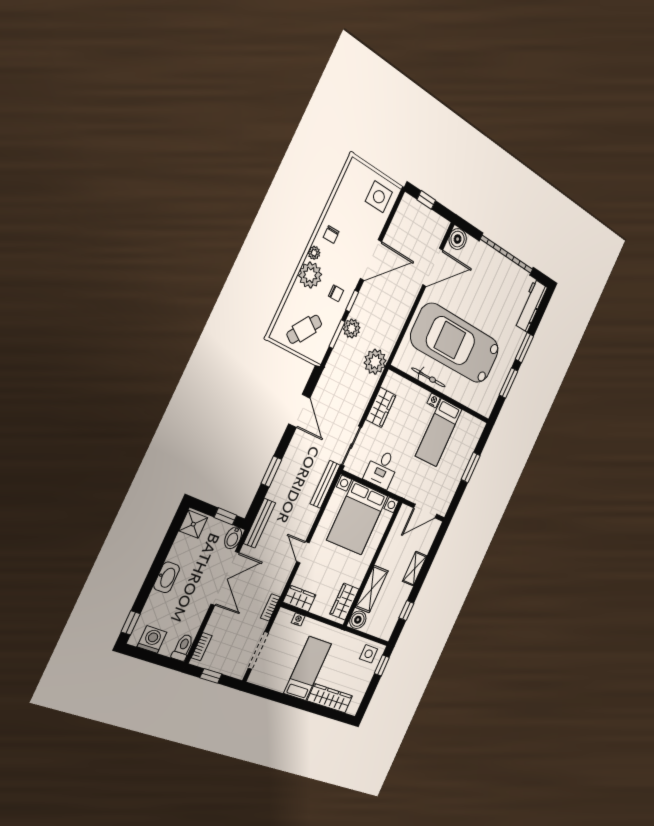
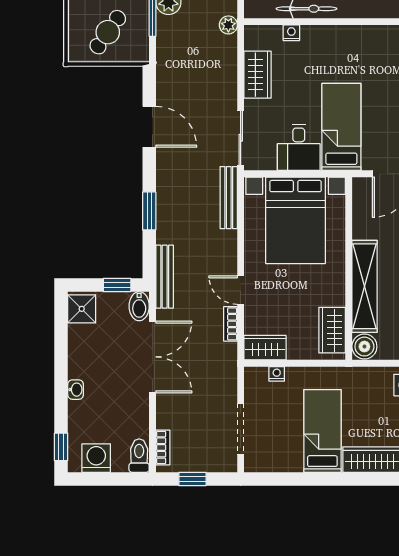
plant: (375, 362) -> (228, 25), width x0.53, depth x0.53
nightstand: (434, 400) -> (291, 33), moved
bed: (439, 433) -> (341, 127), moved, turned 180
washbasin: (167, 577) -> (76, 390), width x0.52, depth x0.69
shelving: (372, 589) -> (364, 286), width x1.47
bookcase: (270, 607) -> (230, 324), moved

